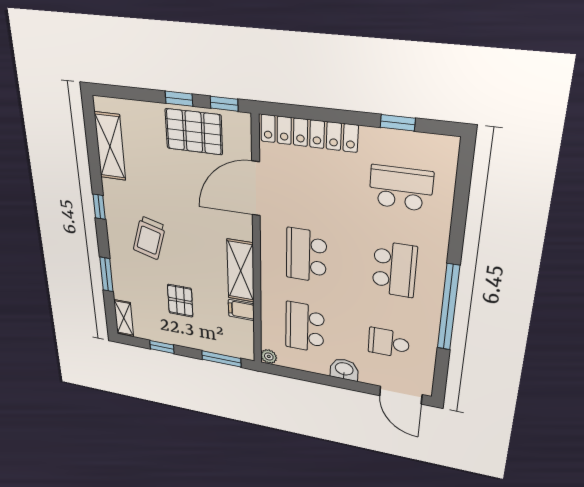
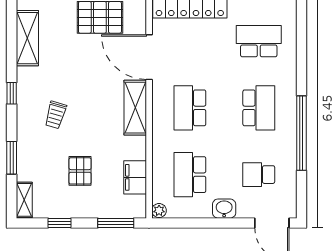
door: (256, 189) -> (149, 57), hinge flipped
trolley: (149, 238) -> (56, 115), width x0.73, depth x0.72
shelving: (241, 271) -> (135, 108), moved
filing cabinet: (241, 310) -> (135, 177), width x2.00

